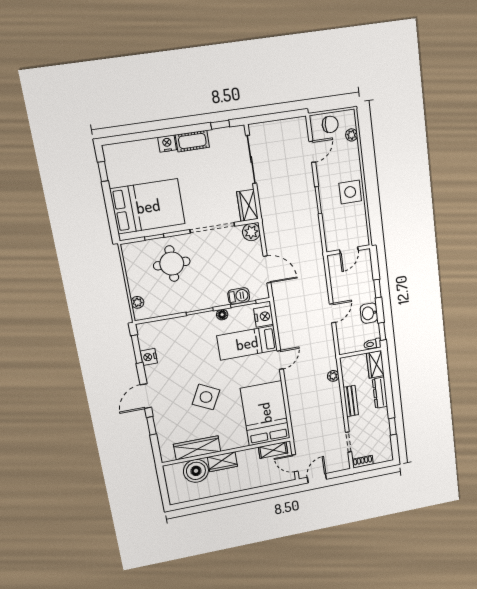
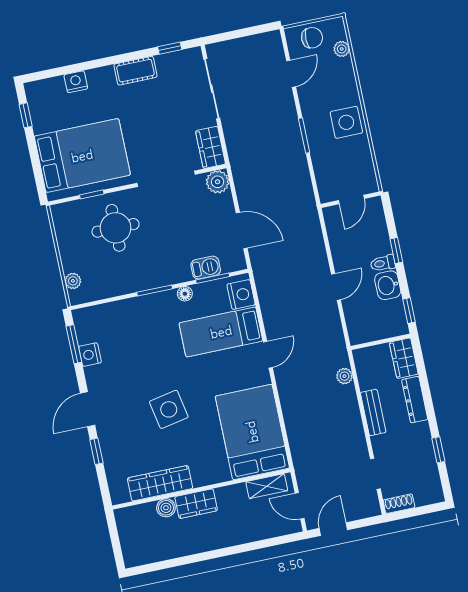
nightstand: (167, 144) -> (76, 82), moved
toilet: (372, 344) -> (383, 263), moved
side table: (206, 397) -> (169, 409), turned -38
boiler: (196, 471) -> (166, 508), width x0.54, depth x0.54

